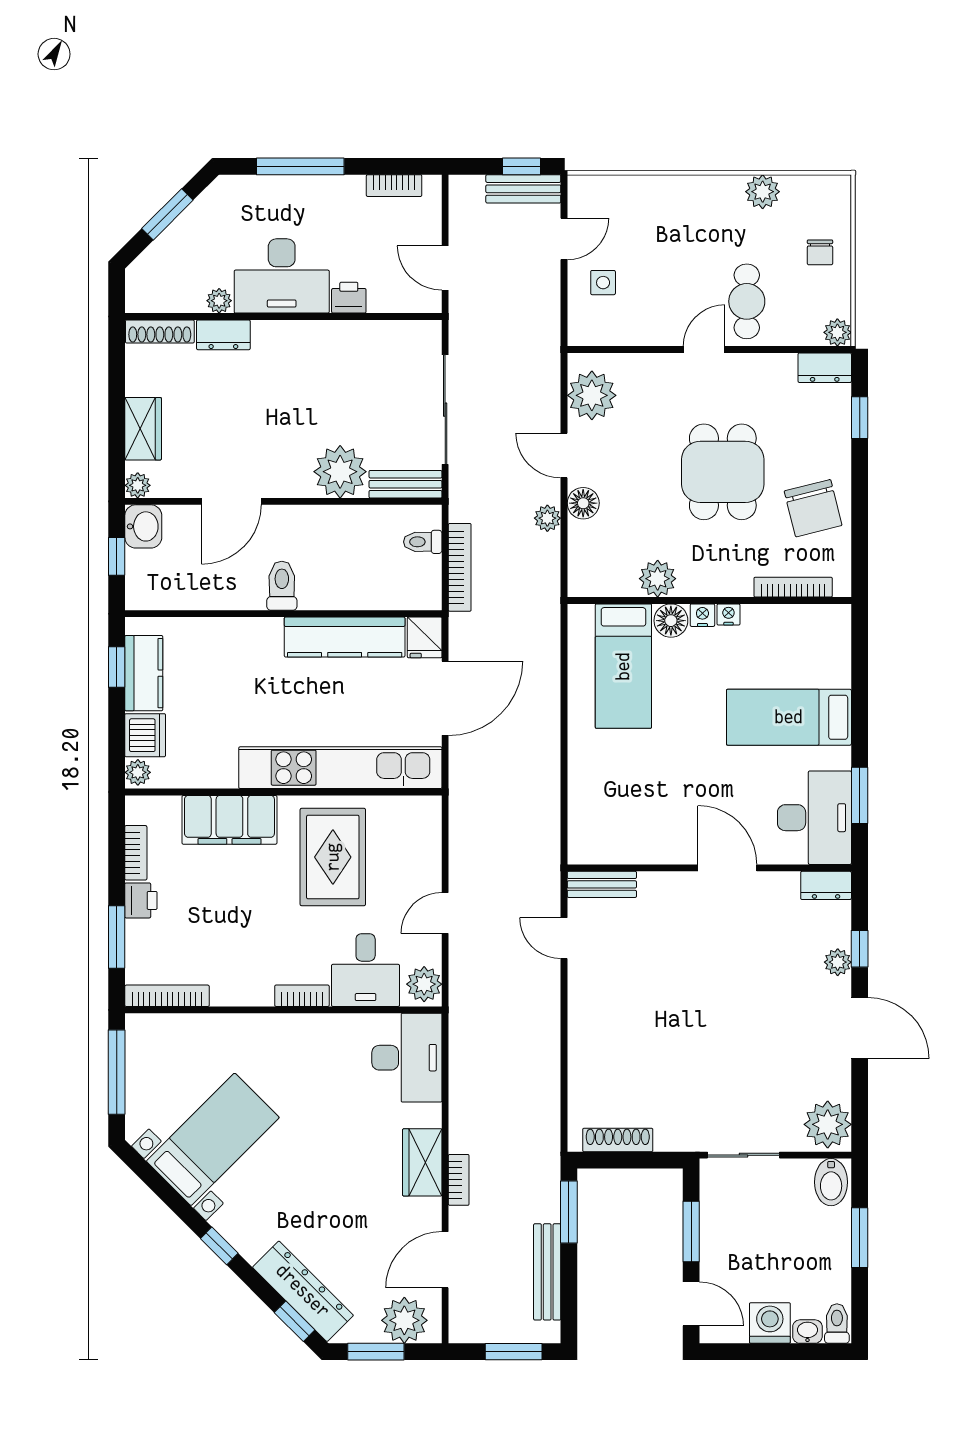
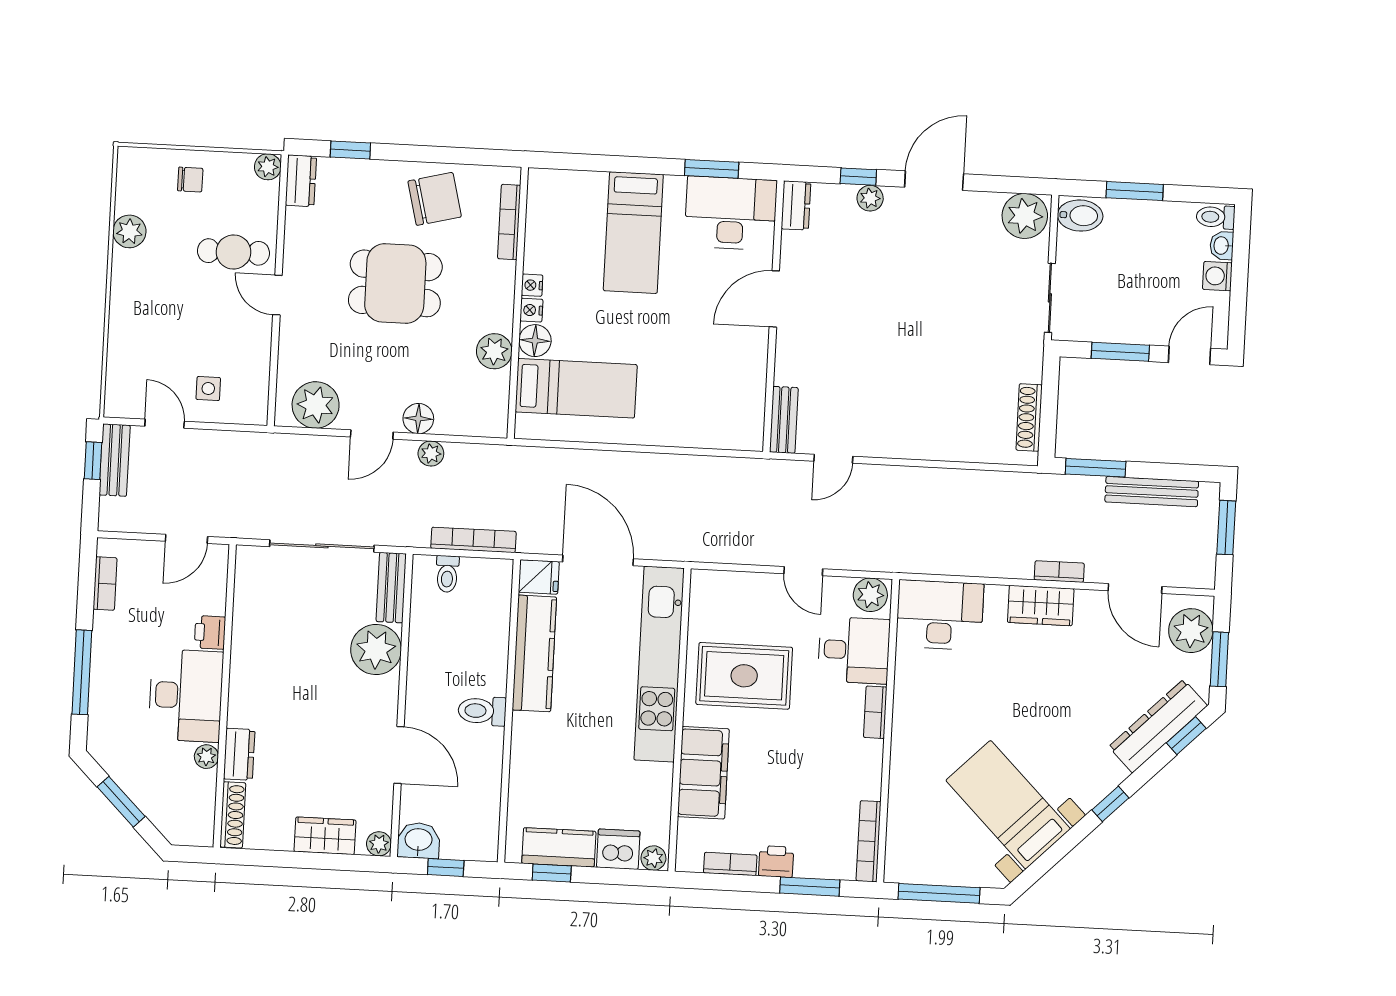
washing machine: (770, 1323) -> (1217, 276), width x0.73, depth x0.73

